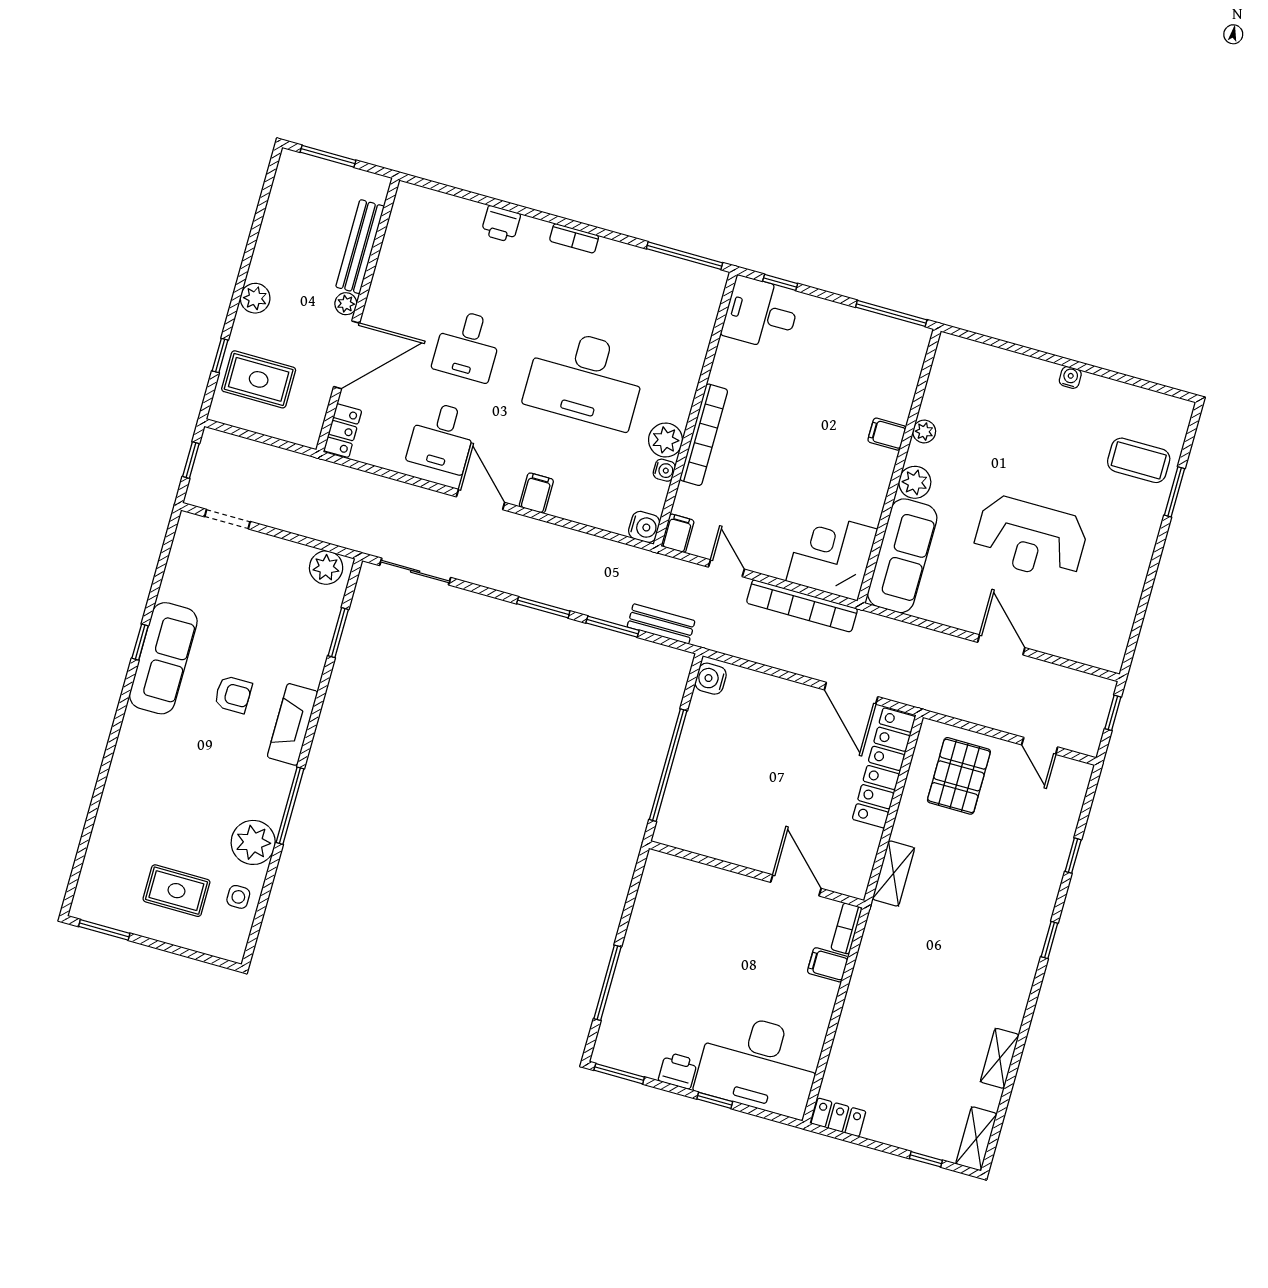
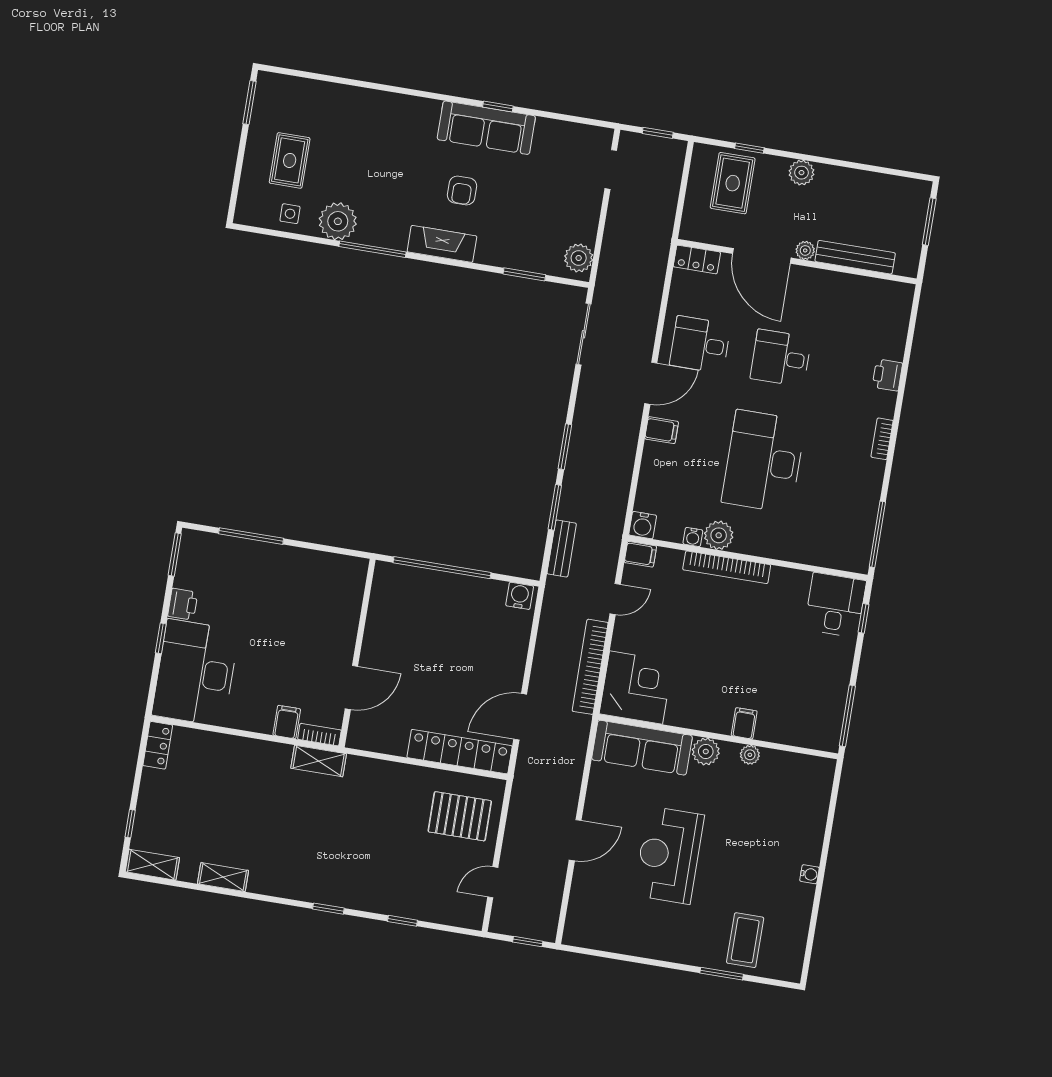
shelving: (893, 873) -> (319, 761), moved

